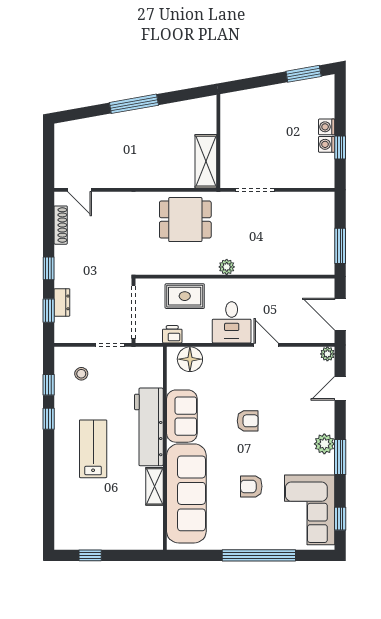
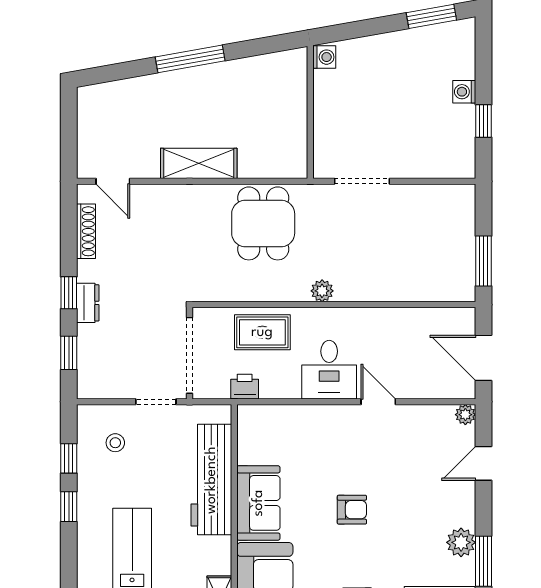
washing machine: (327, 144) -> (324, 57), moved, turned 180
shelving: (206, 161) -> (199, 163), moved, turned 90
dining table: (185, 220) -> (263, 223), turned 90
dresser: (62, 302) -> (88, 303), moved
floor lamp: (190, 359) -> (270, 422), removed
workbench: (149, 427) -> (211, 480), moved

